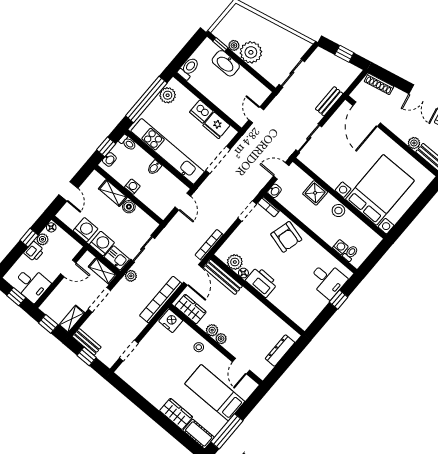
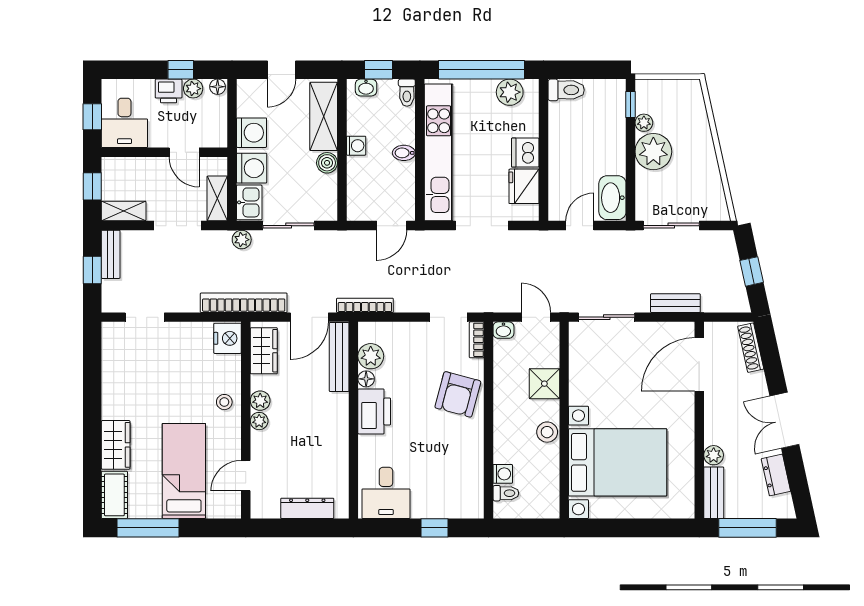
washbasin: (226, 63) -> (612, 198), moved
shelving: (113, 193) -> (324, 116), width x1.50, depth x1.33
desk: (328, 280) -> (386, 493), moved

